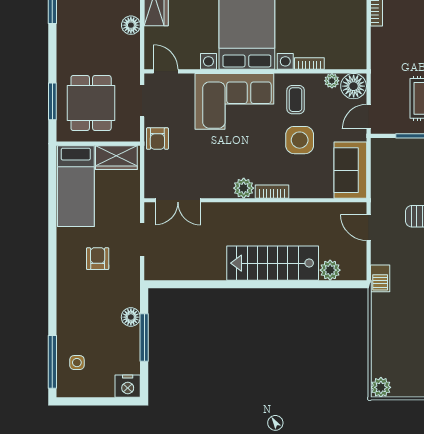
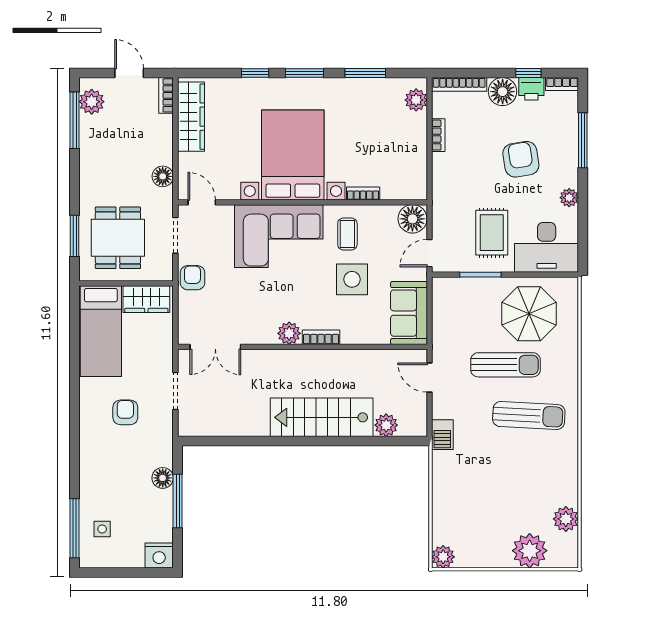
floor lamp: (131, 25) -> (163, 176), moved
plant: (332, 81) -> (388, 213), removed
armchair: (157, 139) -> (192, 278), turned 180

